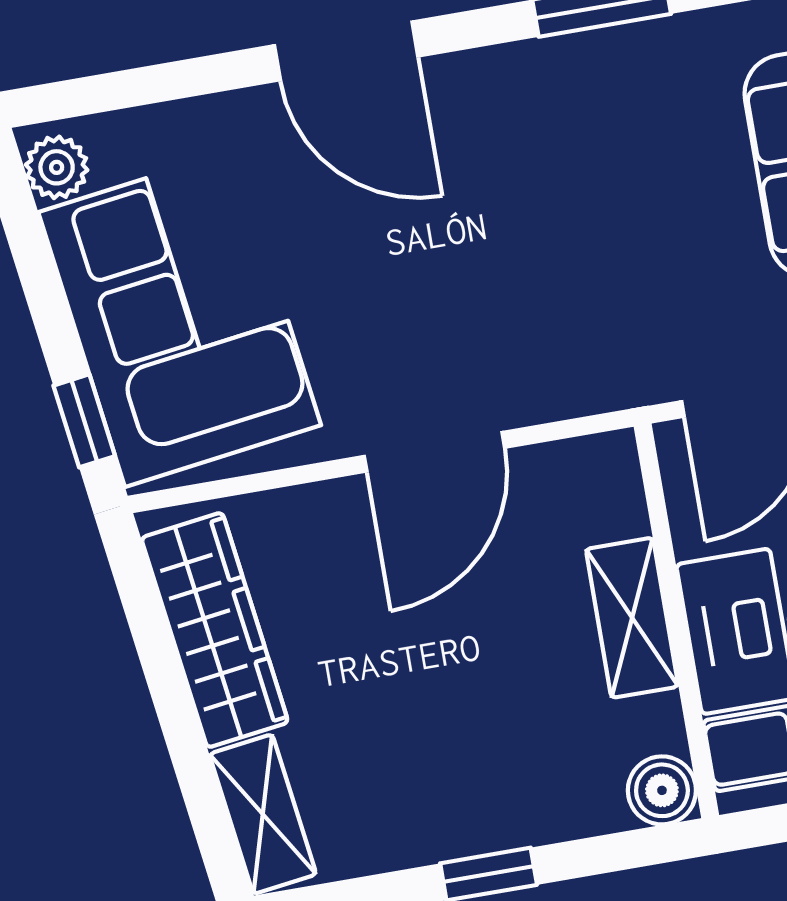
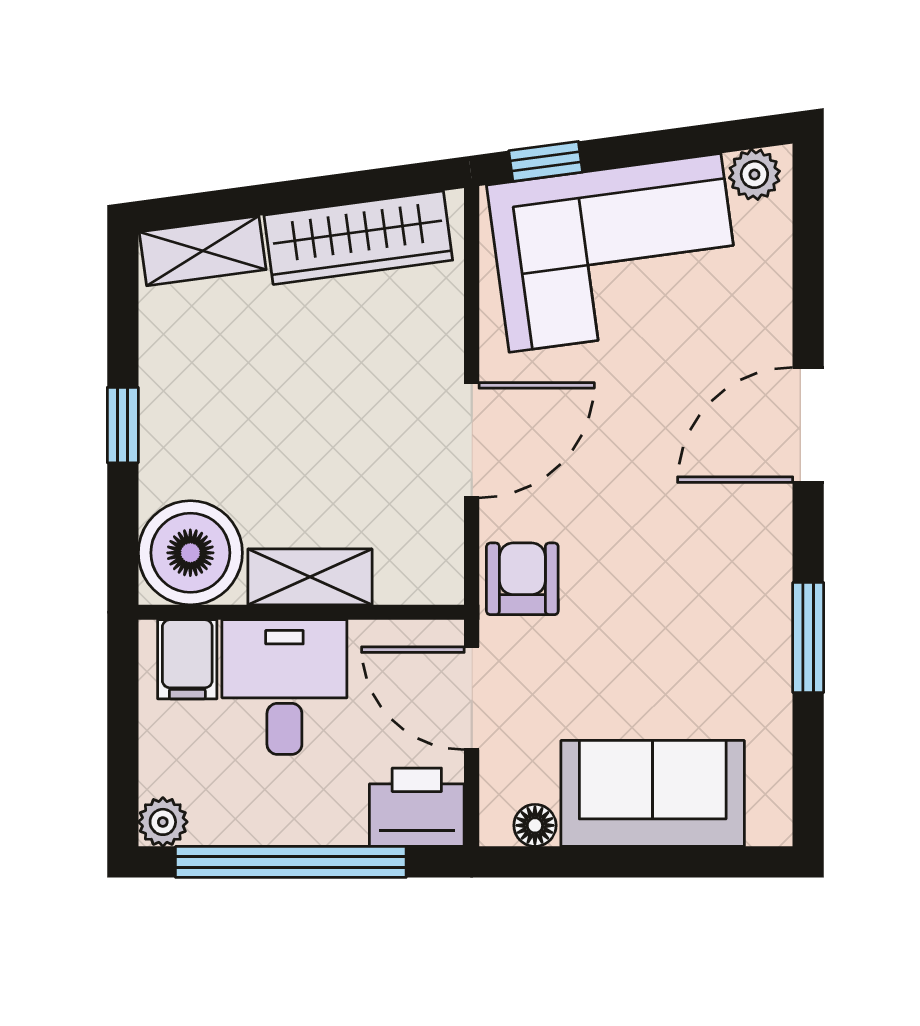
armchair: (590, 362) -> (522, 579), added
door: (434, 452) -> (472, 440), swing flipped
boiler: (662, 790) -> (190, 553), width x1.86, depth x1.86

